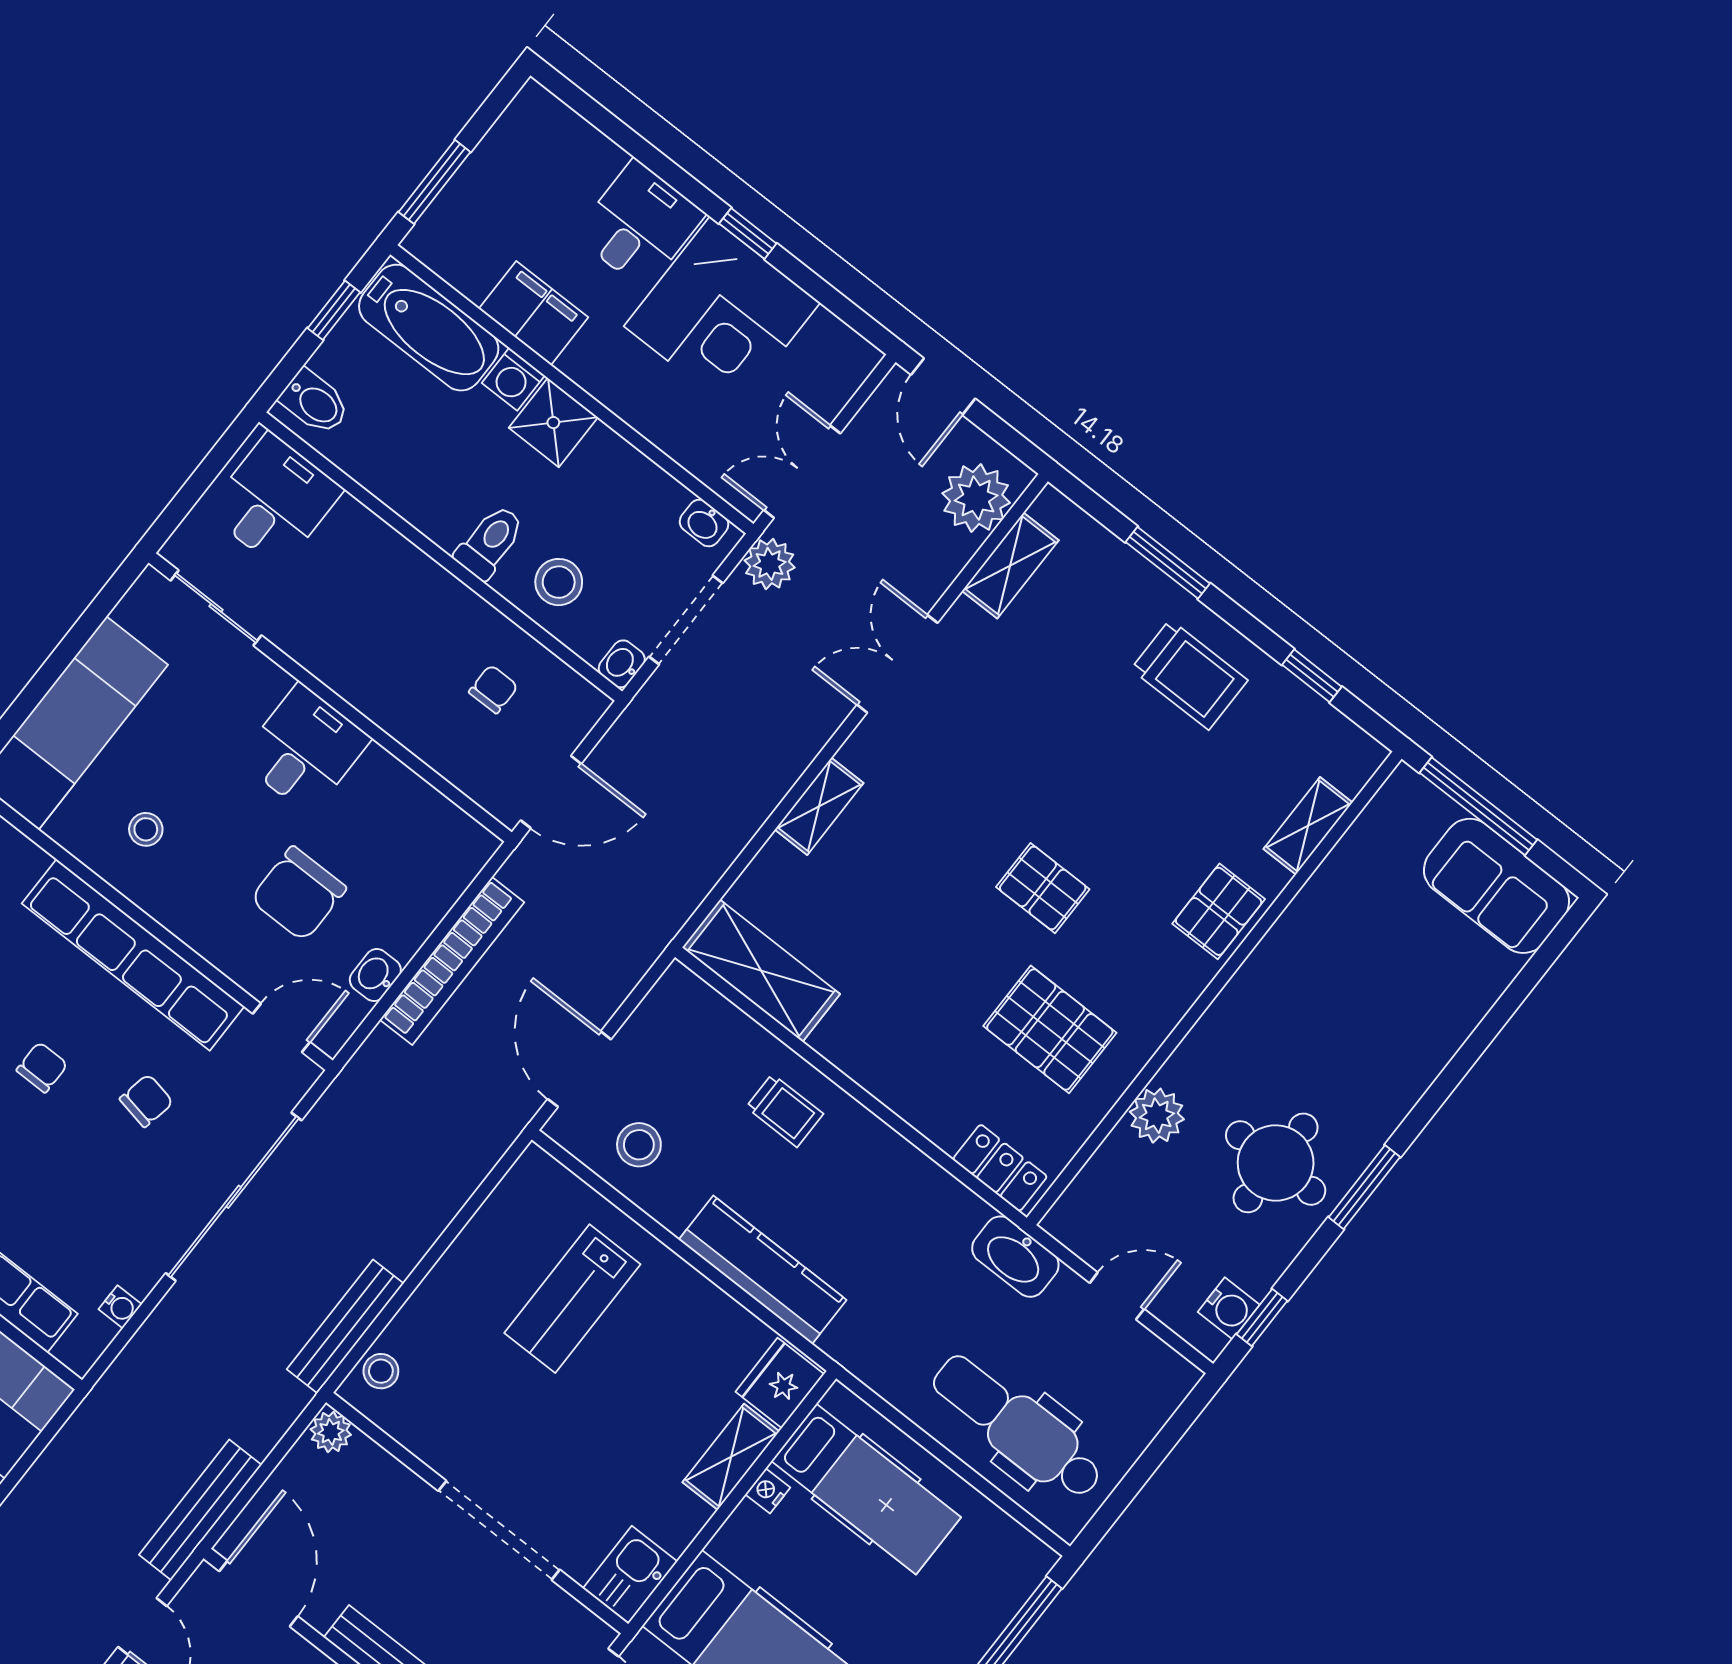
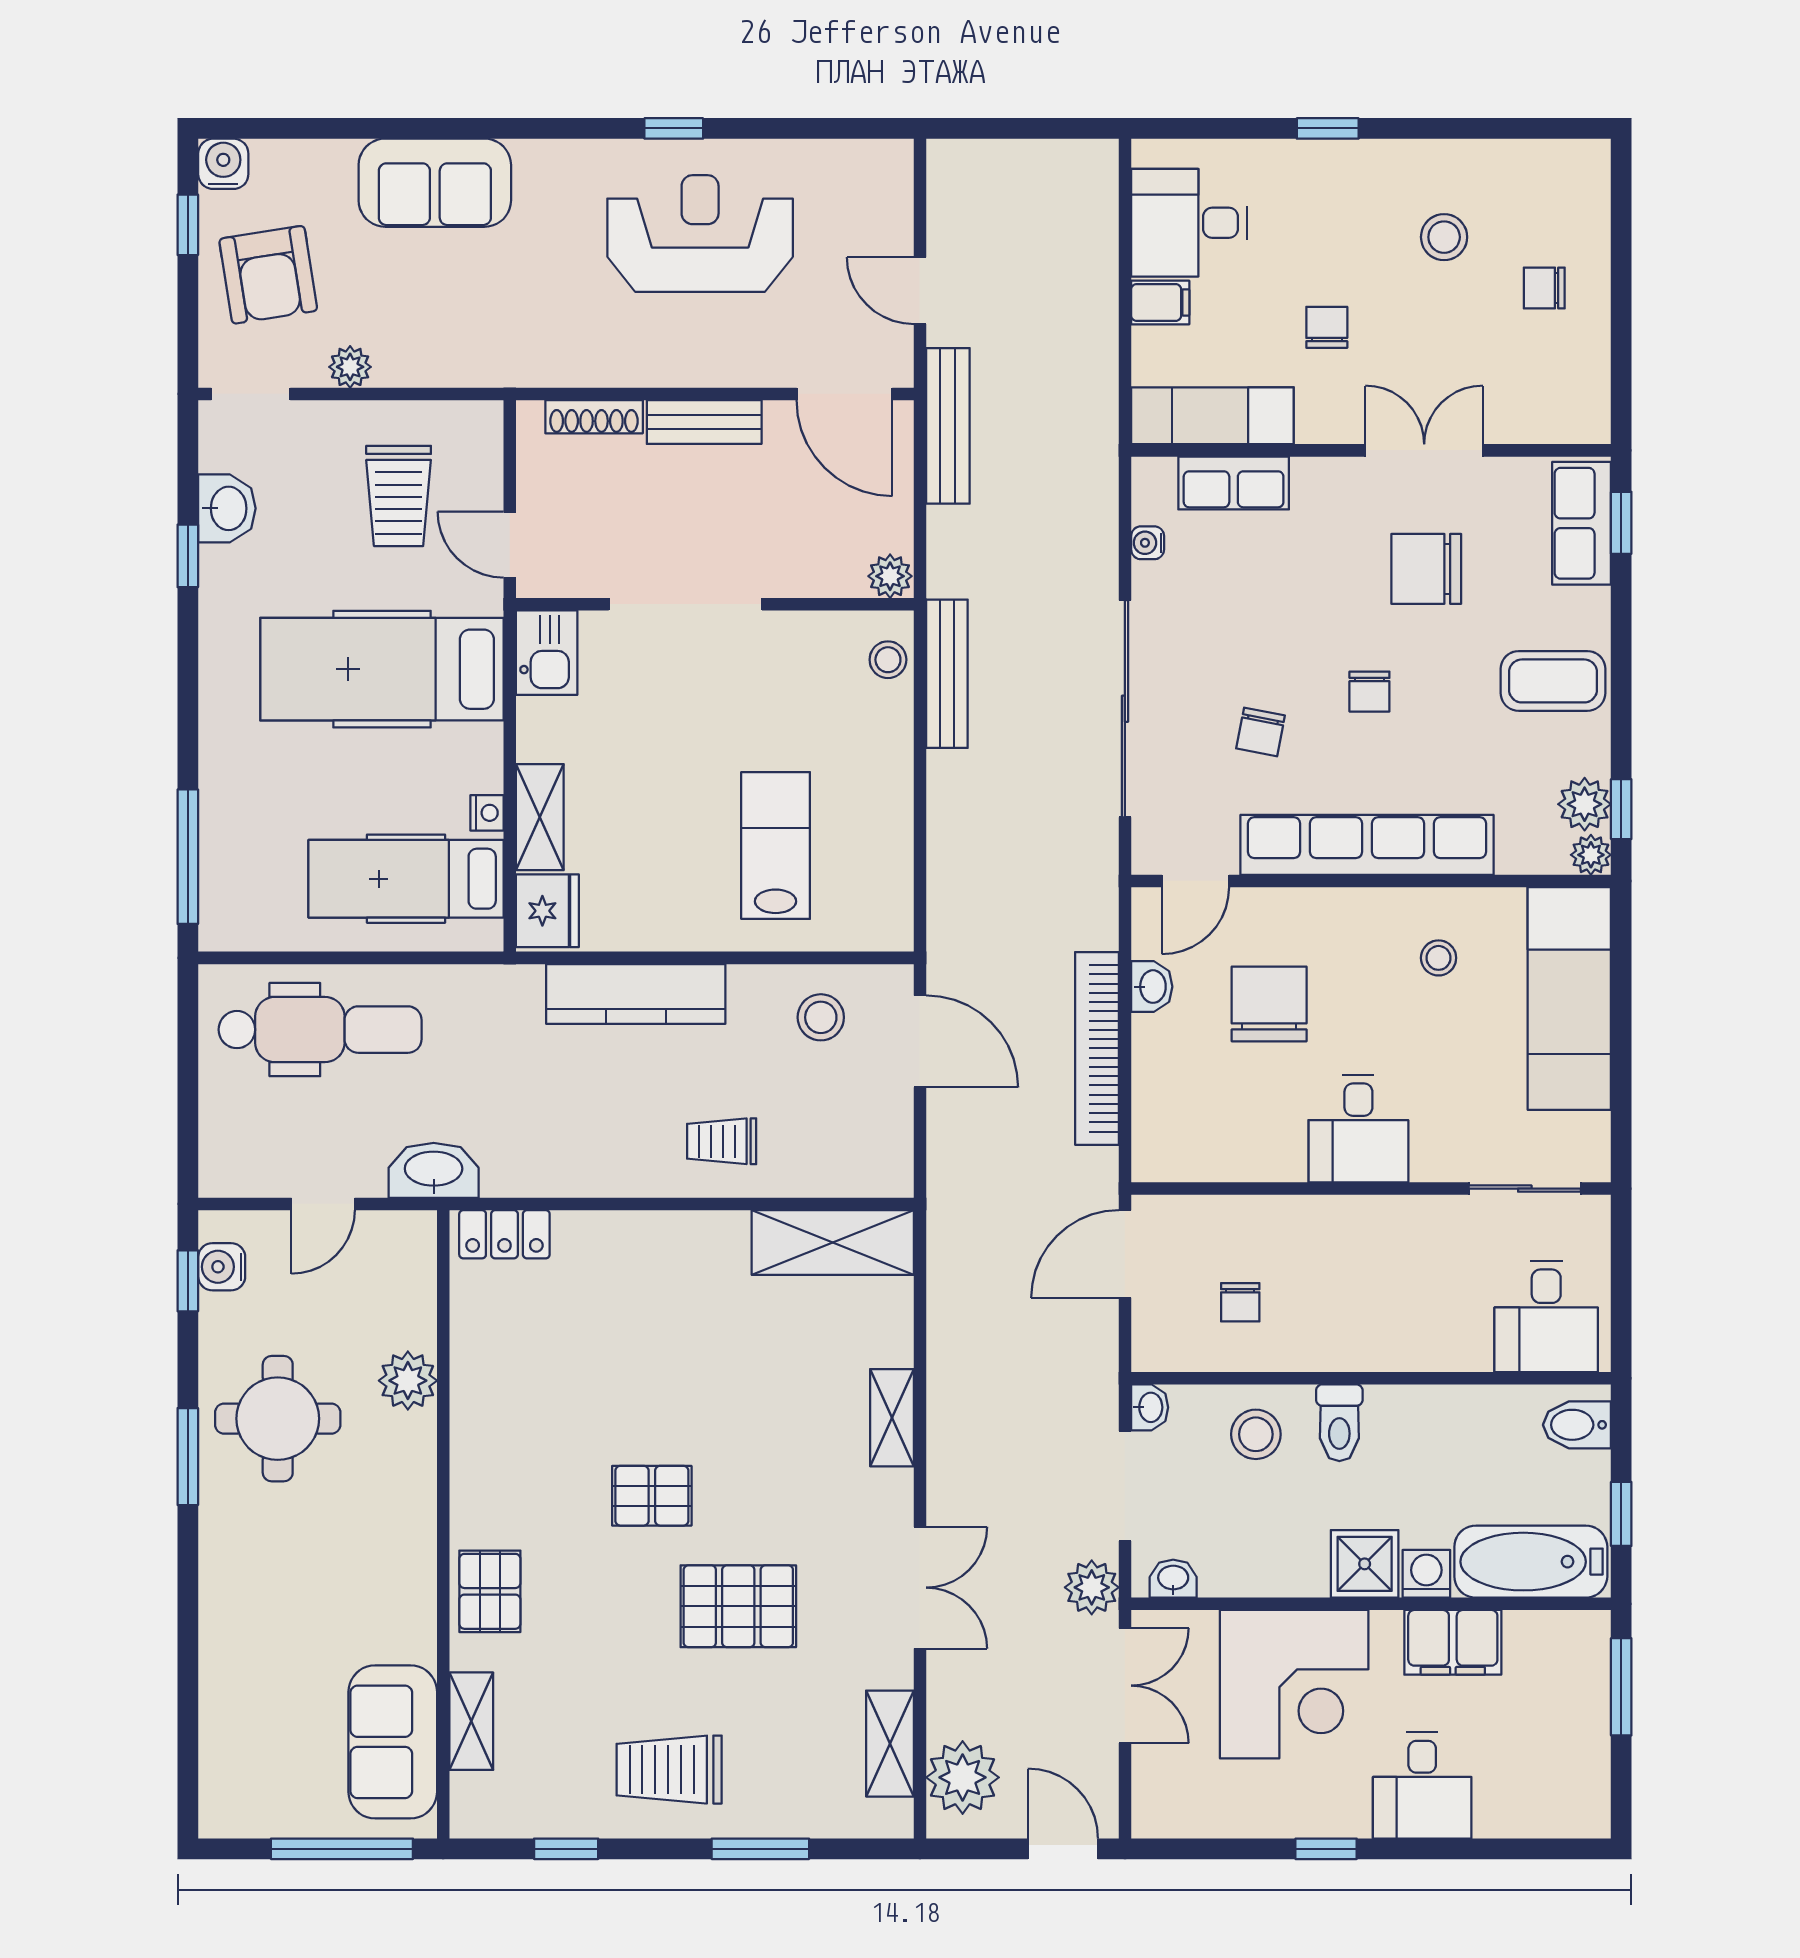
corner desk: (722, 315) -> (1294, 1684), moved, turned 180
sofa: (1497, 886) -> (393, 1742), moved, turned -90
pallet: (1050, 1029) -> (738, 1606), moved

